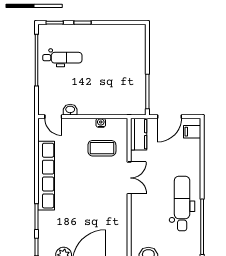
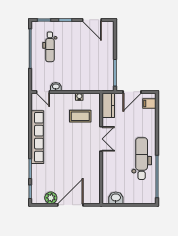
door: (117, 23) -> (92, 20), added
dental chair: (62, 58) -> (50, 47), turned 90

